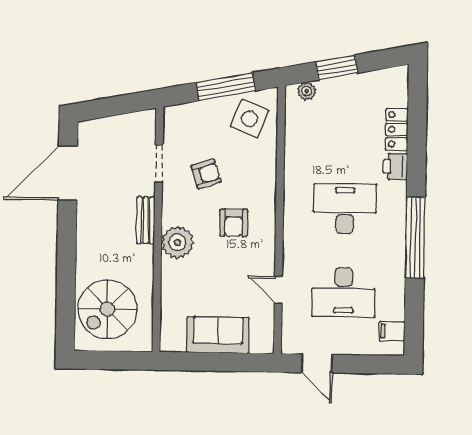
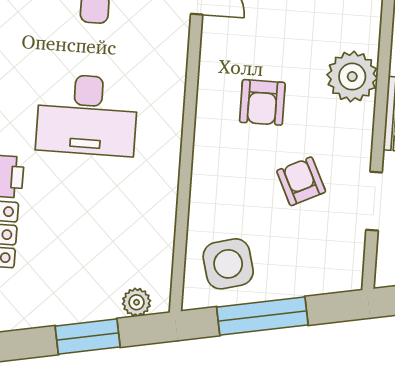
side table: (250, 119) -> (228, 264), turned -37
armchair: (206, 174) -> (301, 181), turned 82
armchair: (234, 223) -> (262, 102), turned 180

